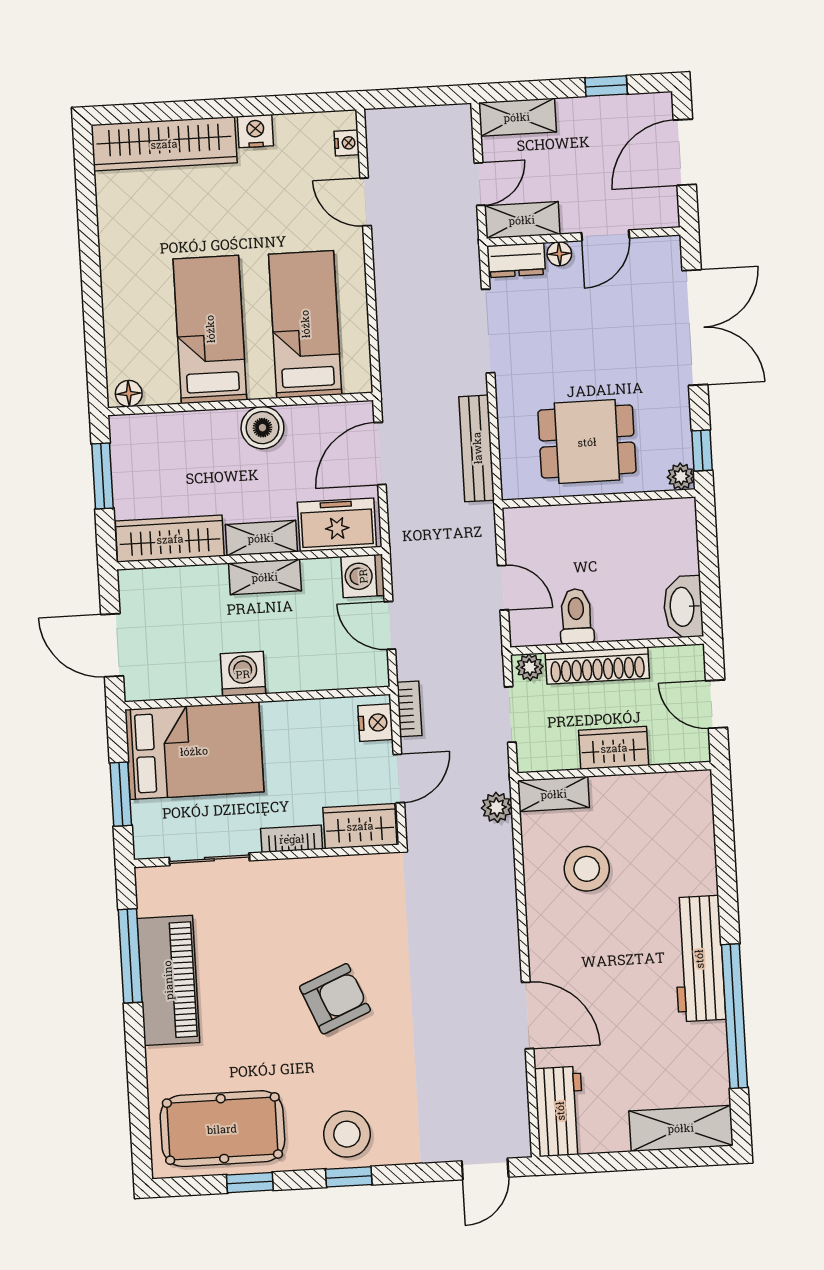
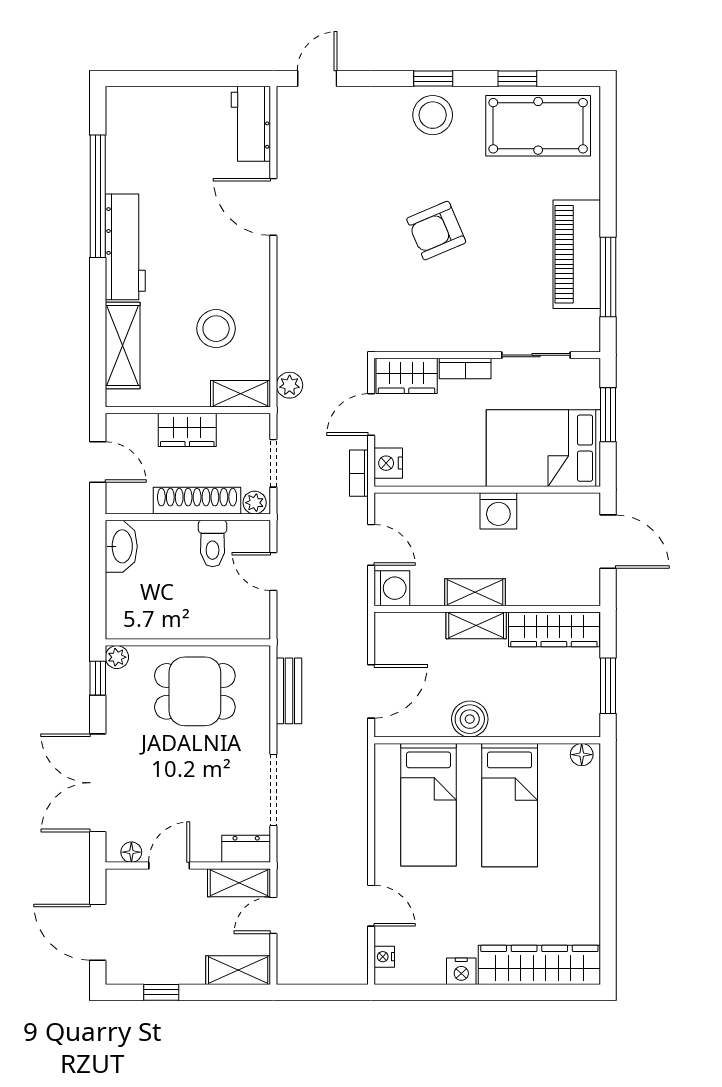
door: (685, 152) -> (98, 932), swing flipped
floor lamp: (559, 254) -> (131, 852), moved
bench: (477, 448) -> (289, 691), width x0.73
freezer: (337, 525) -> (411, 633), removed
shelving: (681, 1128) -> (123, 346), moved, turned 90

